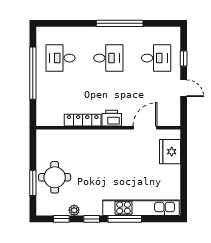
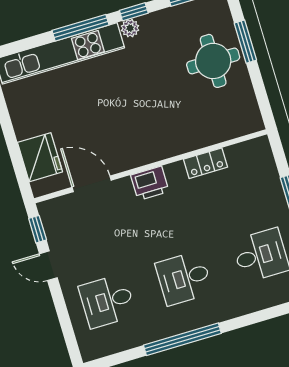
window: (184, 58) -> (38, 229), moved
locker: (83, 120) -> (206, 163), width x0.66
door: (145, 128) -> (92, 184), swing flipped
plant: (74, 210) -> (130, 28), moved

